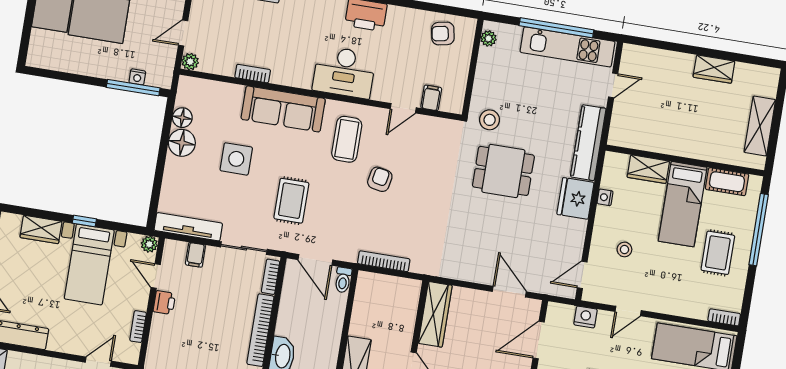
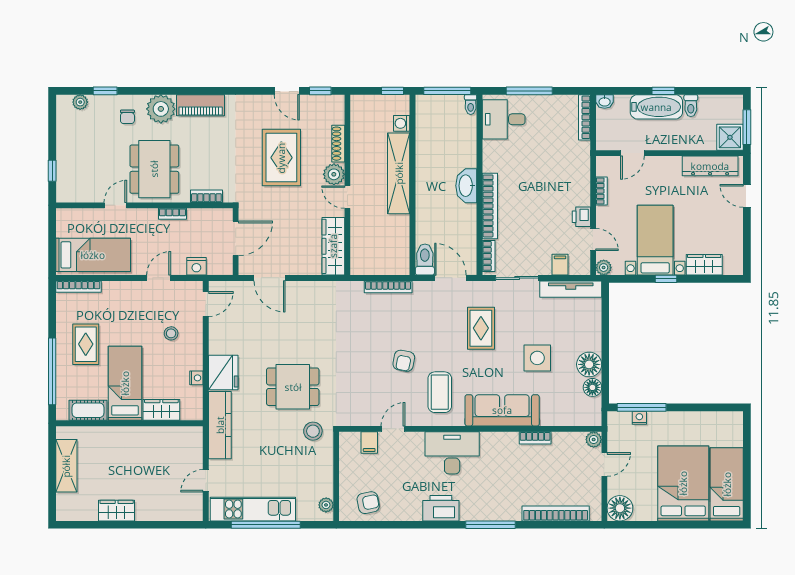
toilet: (343, 280) -> (425, 259), width x1.37, depth x1.39
bookcase: (724, 317) -> (78, 287), width x1.56

